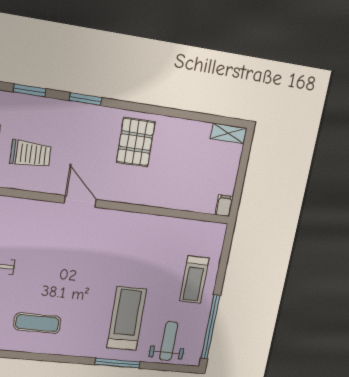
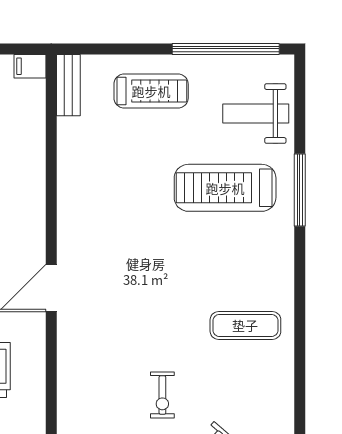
bench: (208, 229) -> (68, 85), added
exercise mat: (37, 323) -> (245, 325), turned 90

